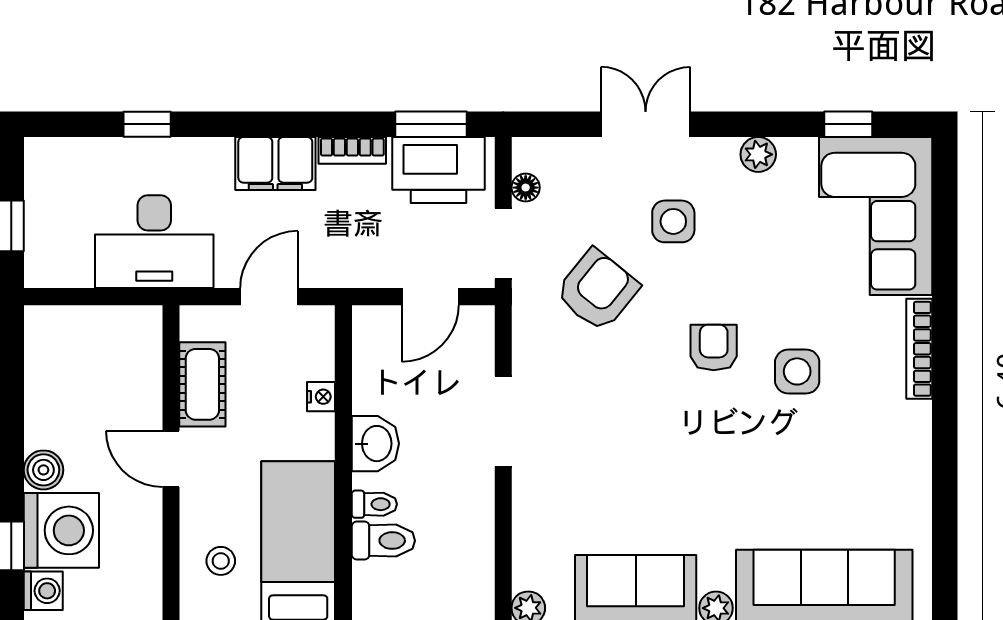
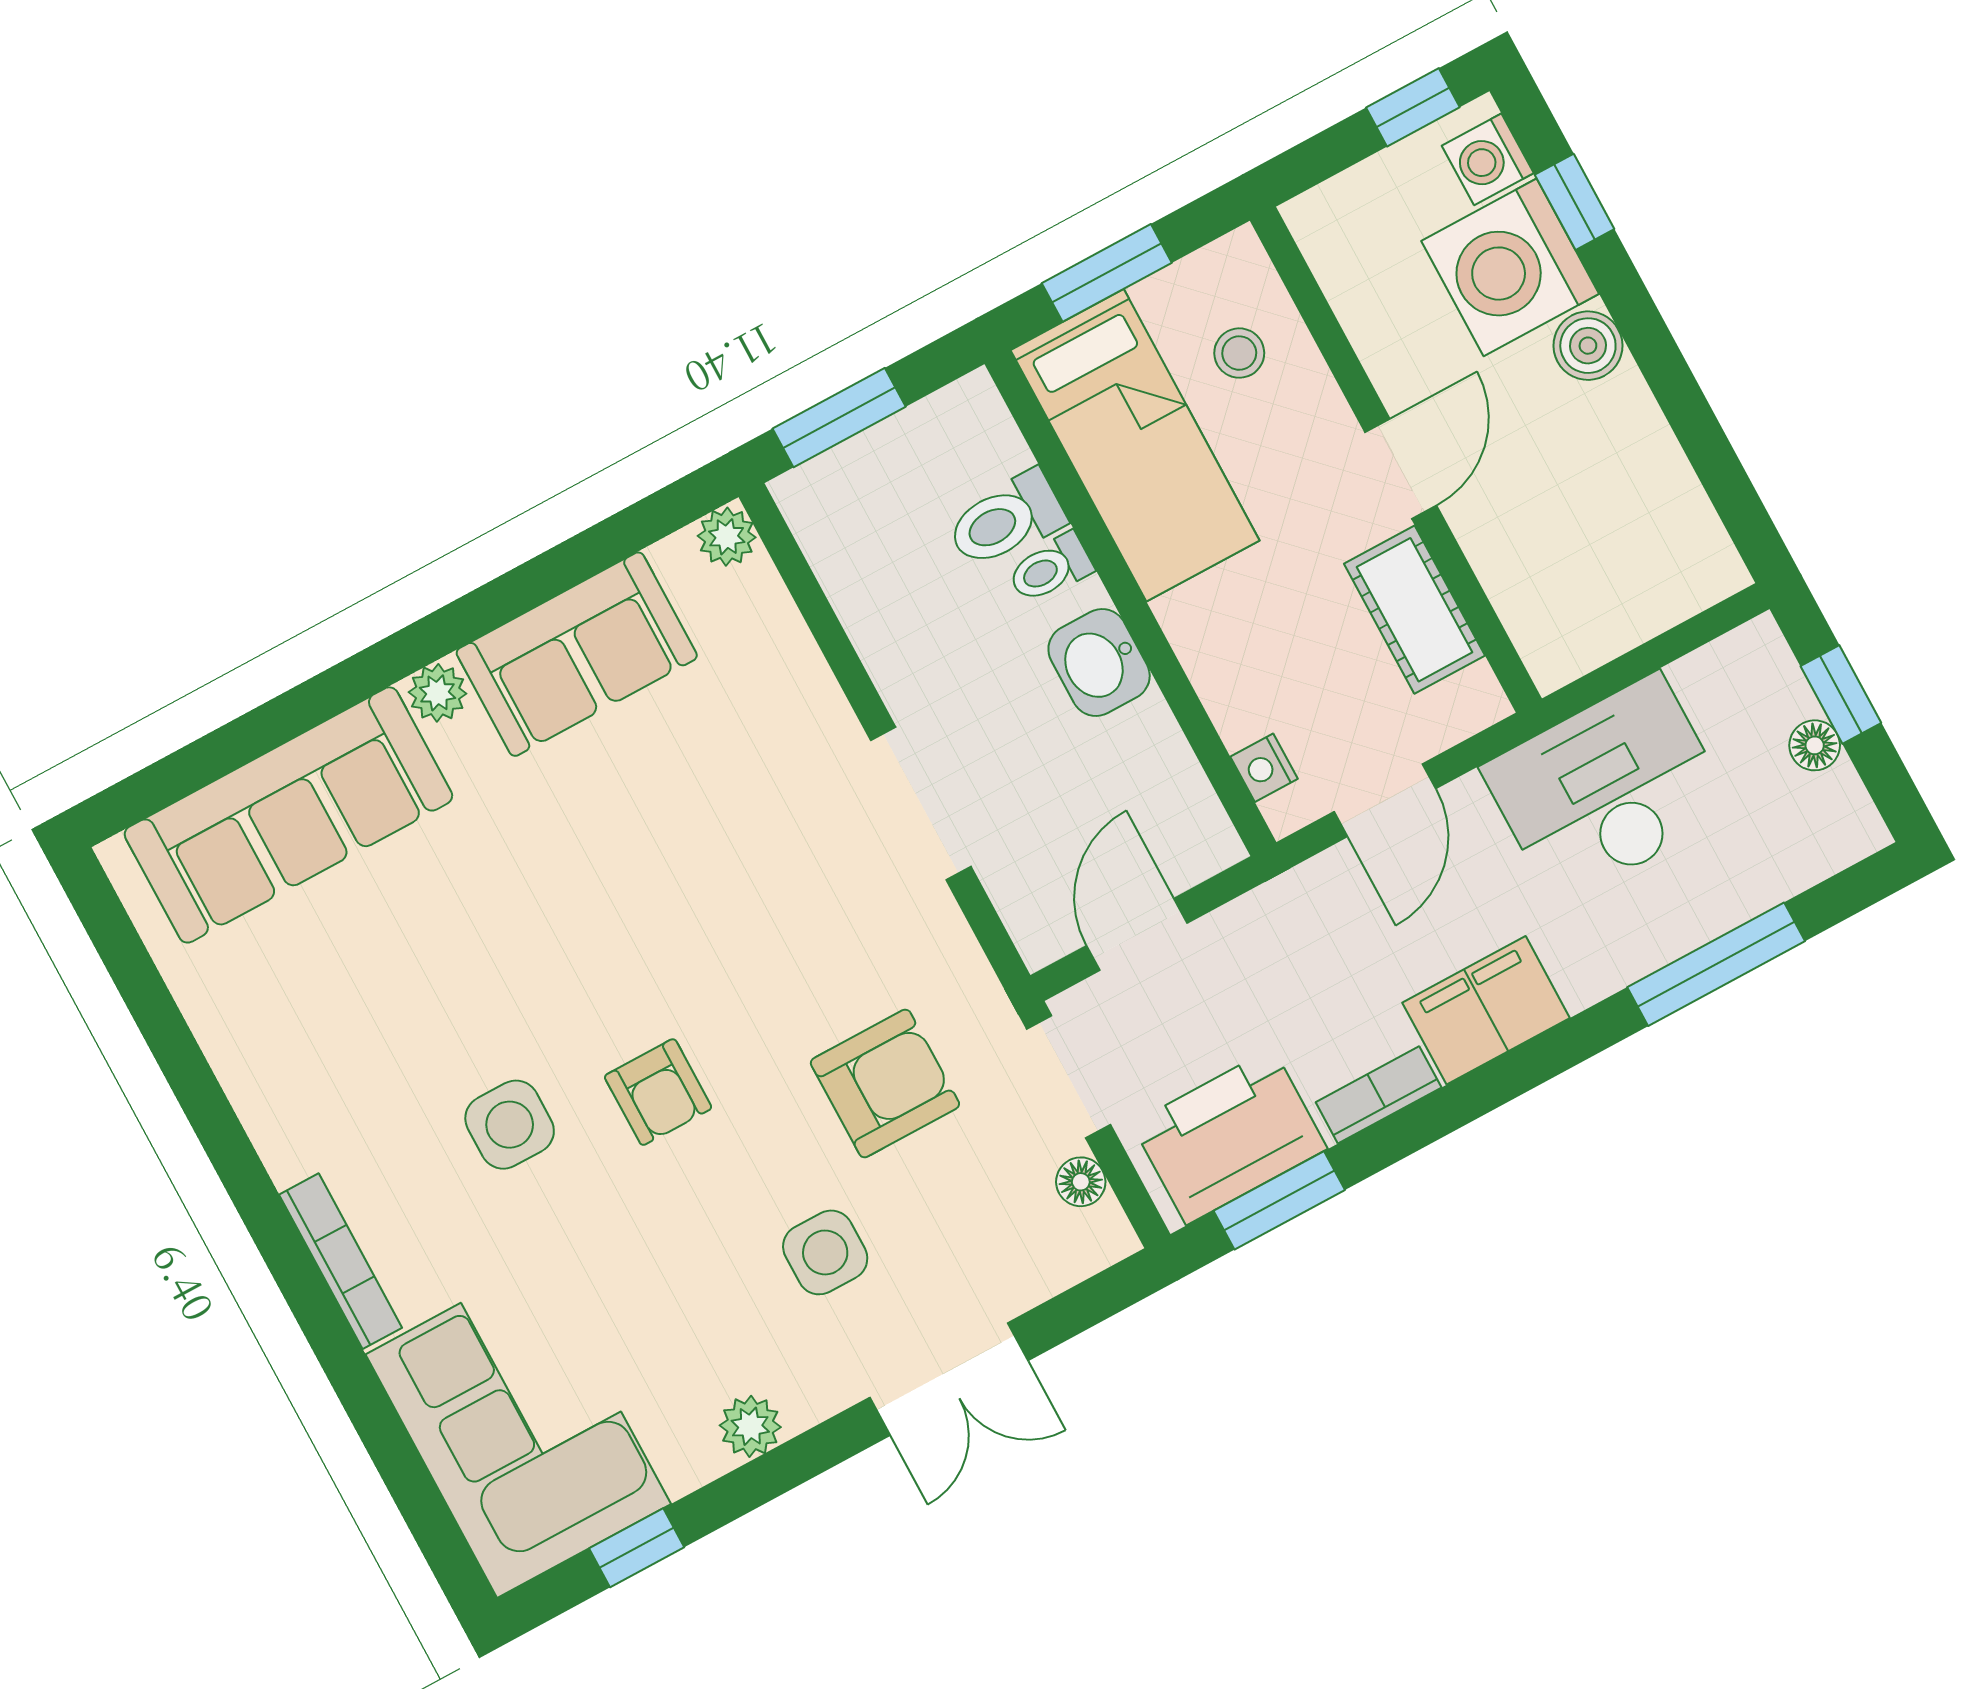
window: (147, 124) -> (1716, 964), width x2.17
floor lamp: (38, 207) -> (1815, 745), added
armchair: (597, 290) -> (885, 1083), turned -129
nightstand: (321, 397) -> (1264, 768), moved
door: (171, 459) -> (1401, 469), hinge flipped

